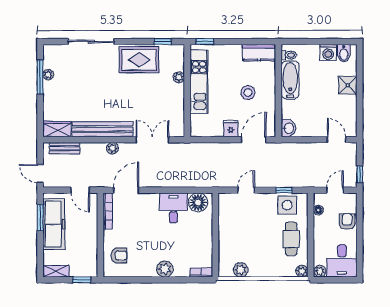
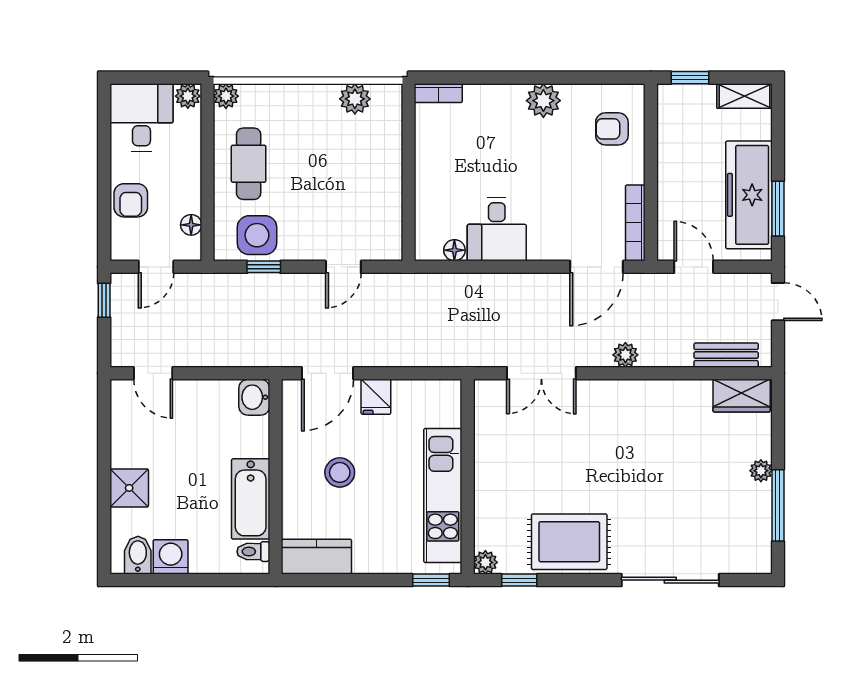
plant: (48, 75) -> (761, 471), moved
plant: (179, 77) -> (485, 562), moved
bench: (103, 129) -> (646, 395), removed
floor lamp: (198, 202) -> (454, 250), width x0.53, depth x0.53
plant: (165, 269) -> (543, 101), moved

